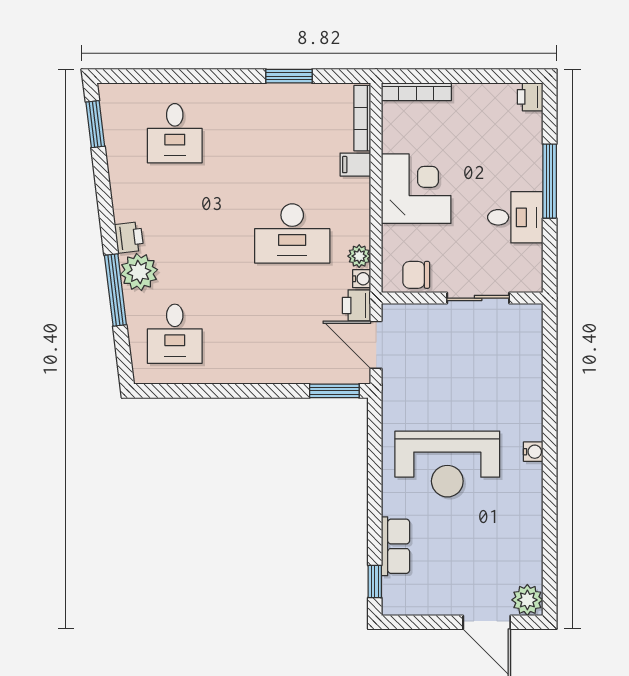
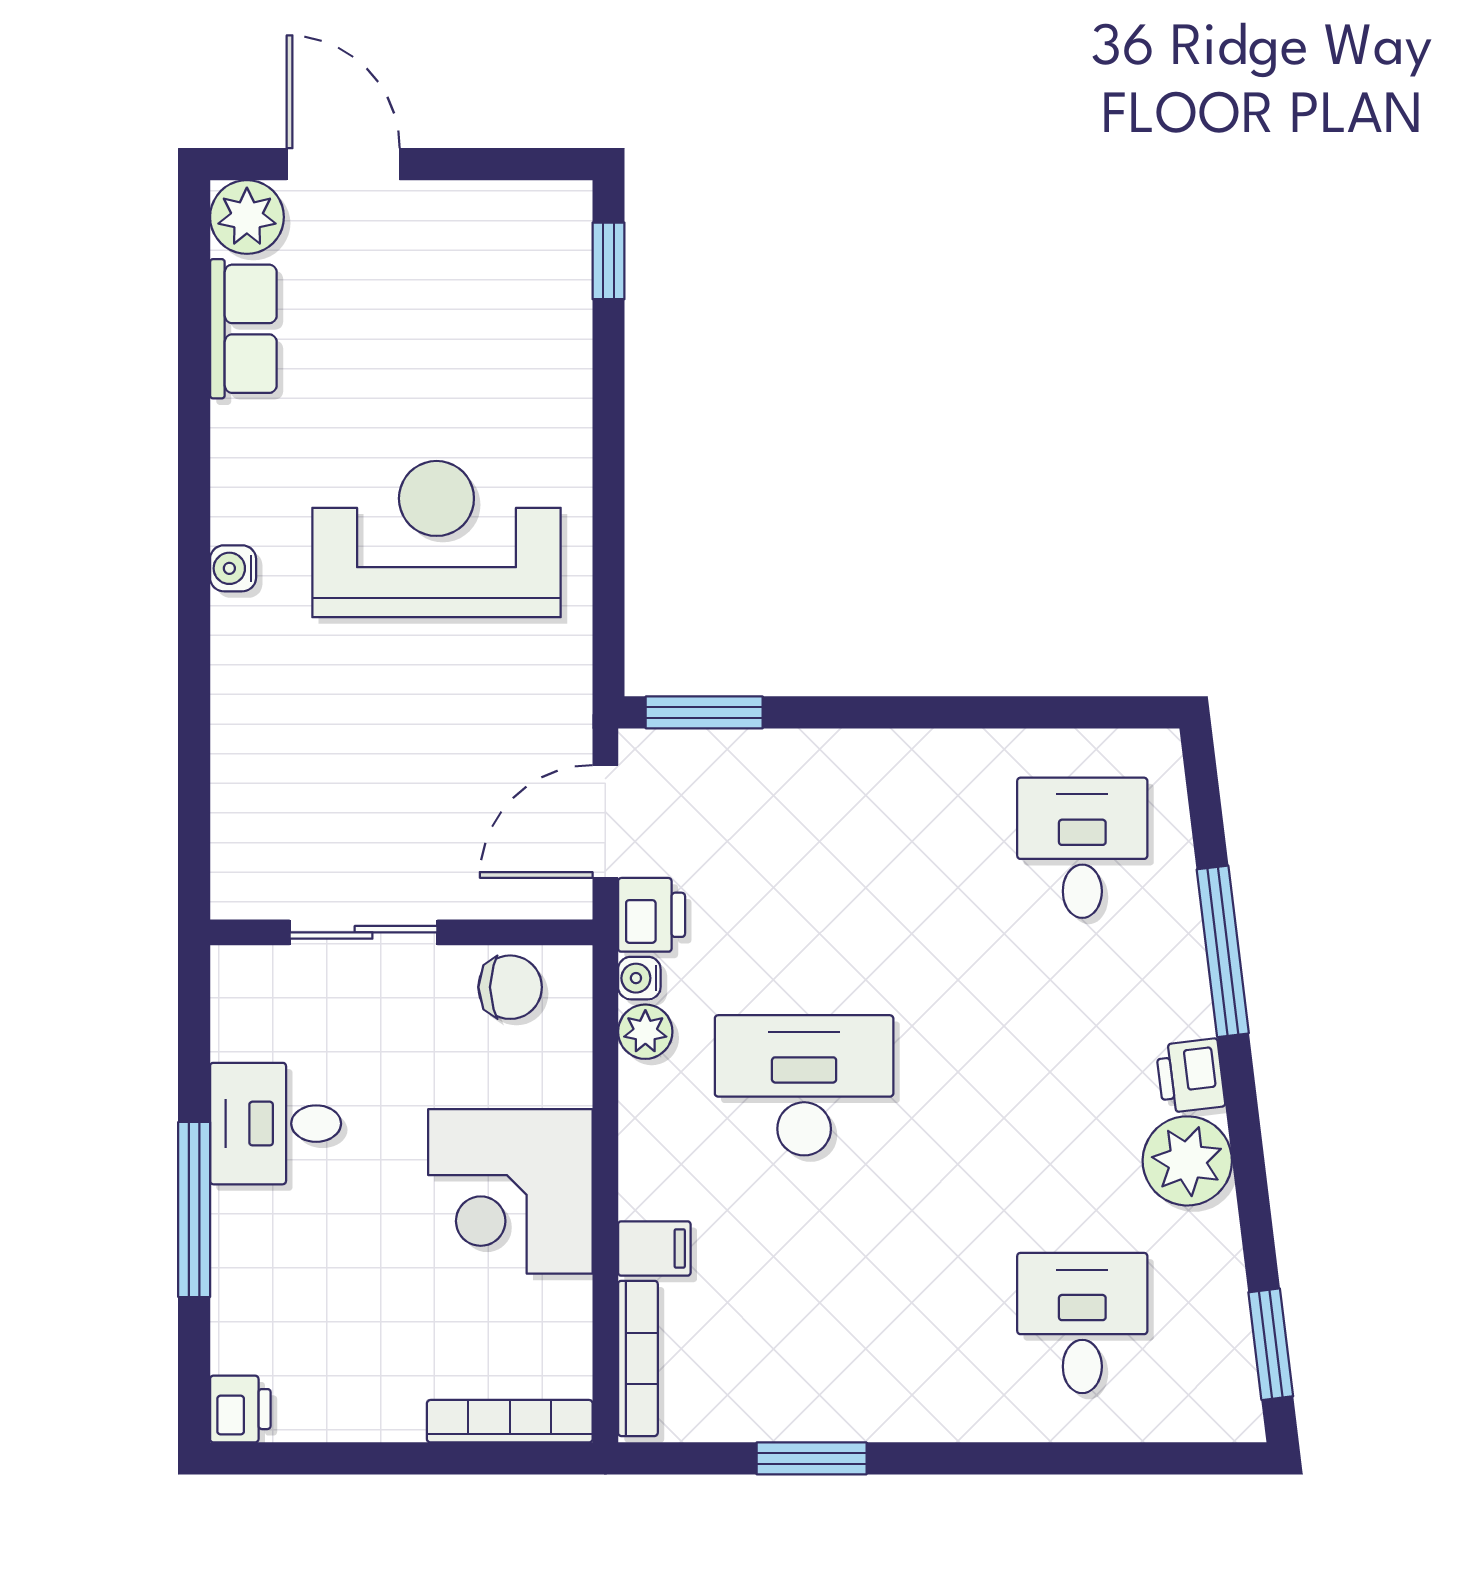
plant: (139, 272) -> (1187, 1161), moved
door: (376, 345) -> (605, 821), swing flipped
row of seats: (396, 546) -> (243, 329), moved, turned 180

